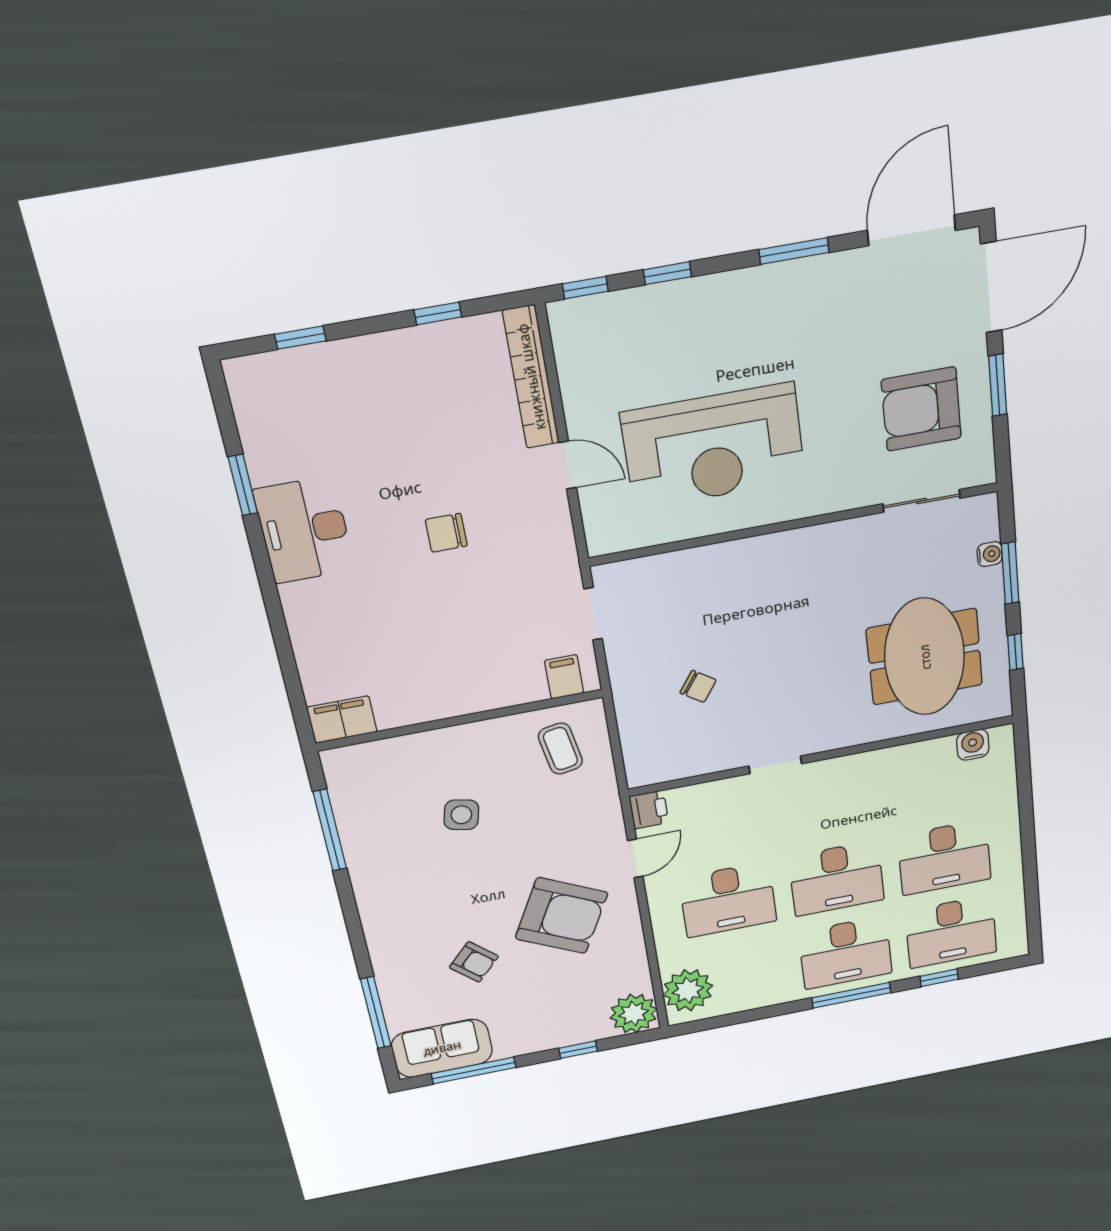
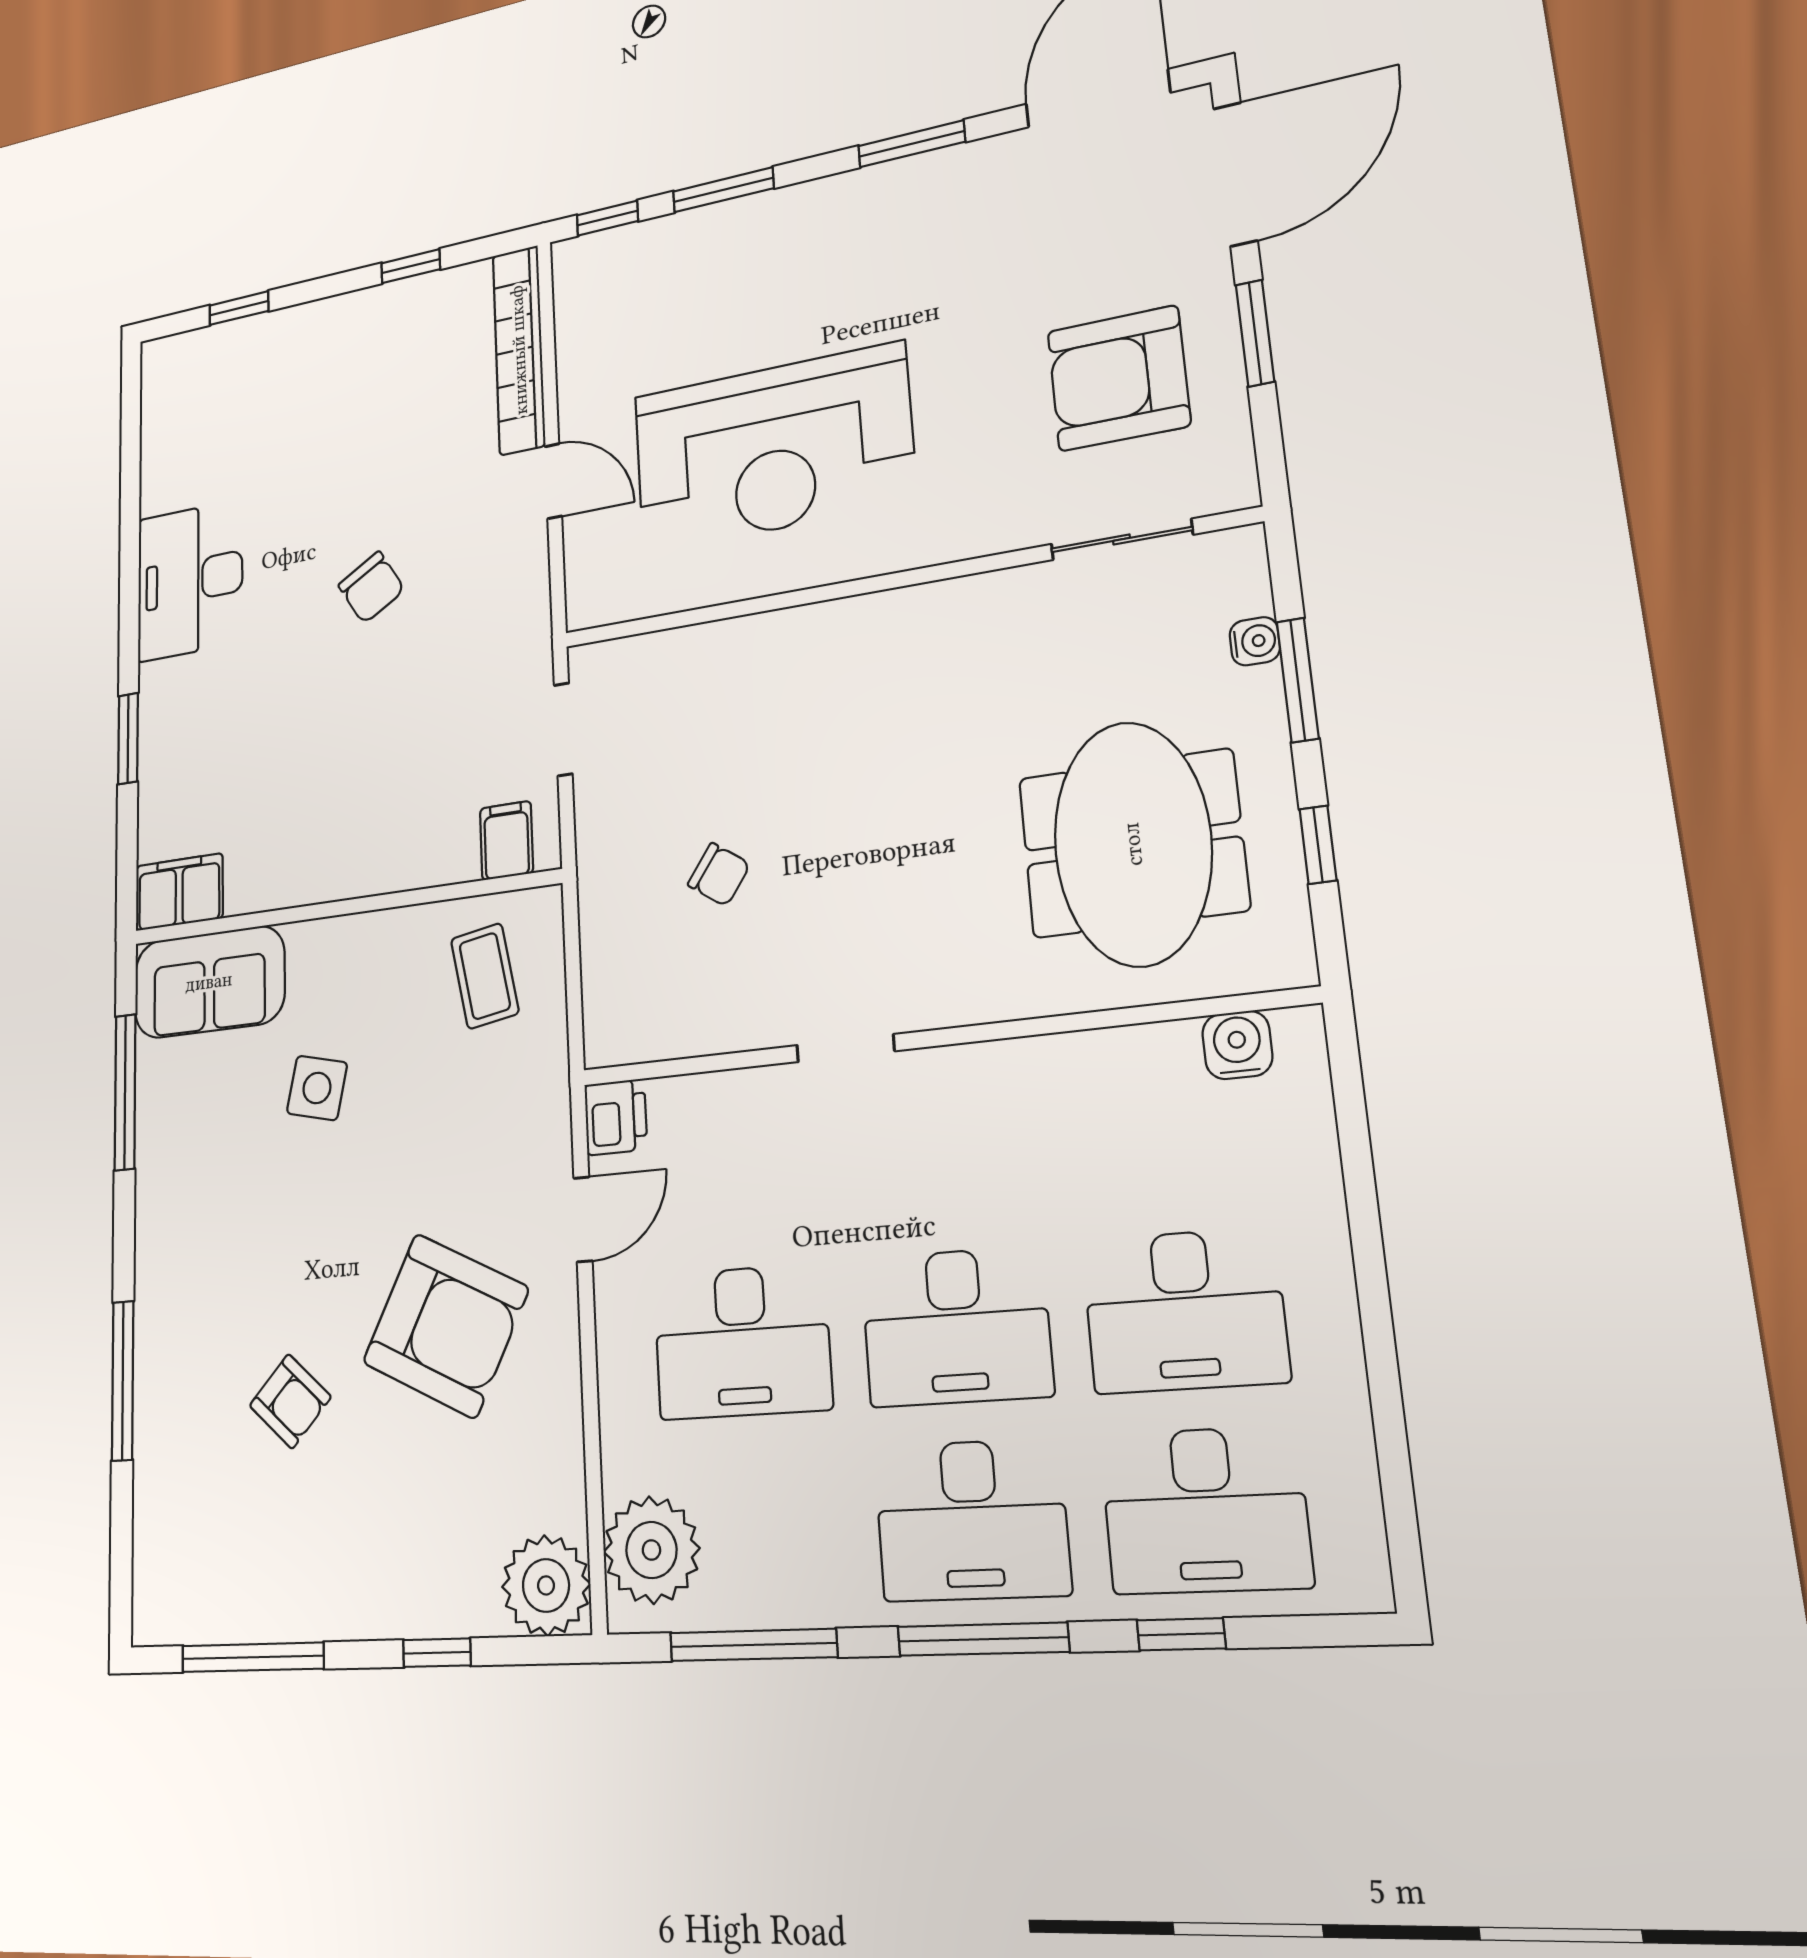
window: (667, 273) -> (723, 190), width x1.50
window: (243, 485) -> (128, 738), moved
chair: (446, 533) -> (371, 587), turned -121
window: (376, 1013) -> (123, 1380), moved
window: (742, 1017) -> (753, 1645), added
sofa: (442, 1048) -> (209, 982), moved, turned 180

